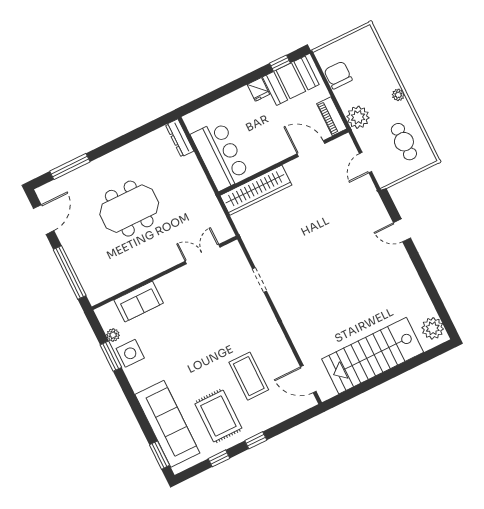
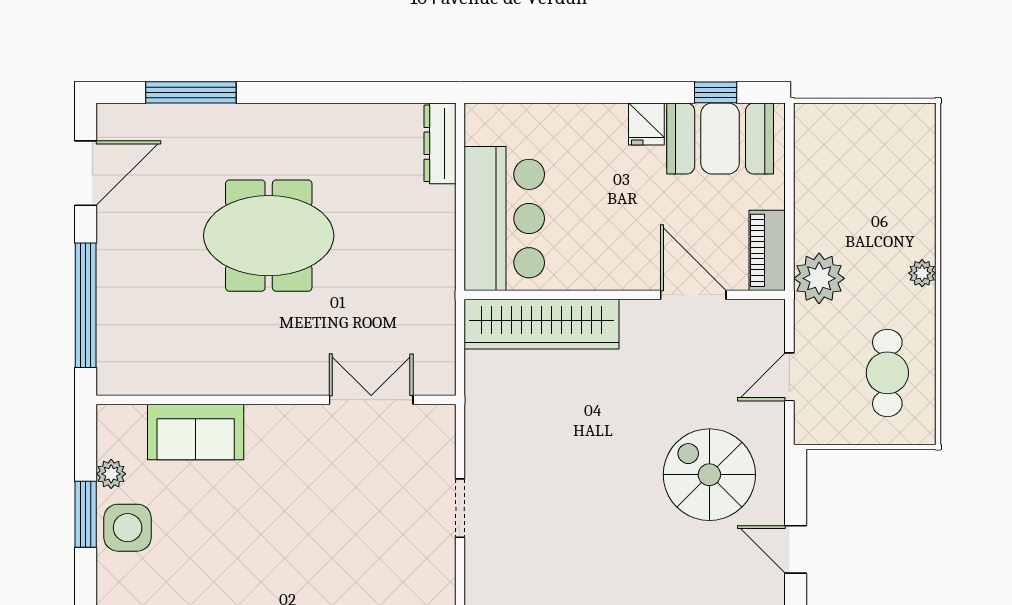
chair: (338, 75) -> (821, 174), removed
spiral stairs: (353, 217) -> (709, 475), added

